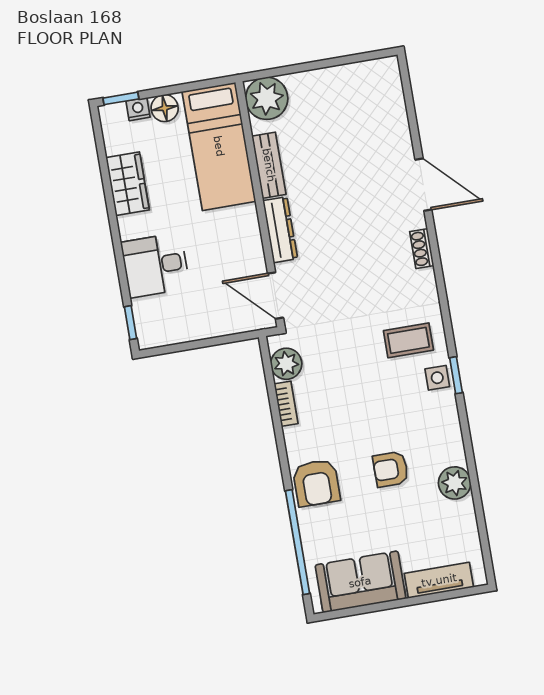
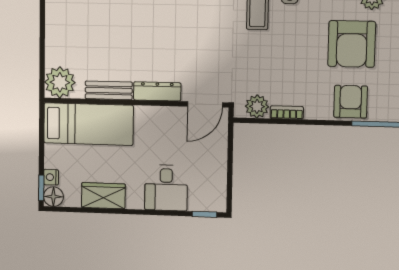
floor lamp: (165, 108) -> (53, 197), moved
armchair: (391, 469) -> (352, 44), width x1.88, depth x1.88
armchair: (316, 483) -> (351, 102), turned -90

